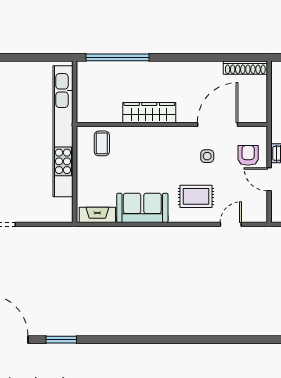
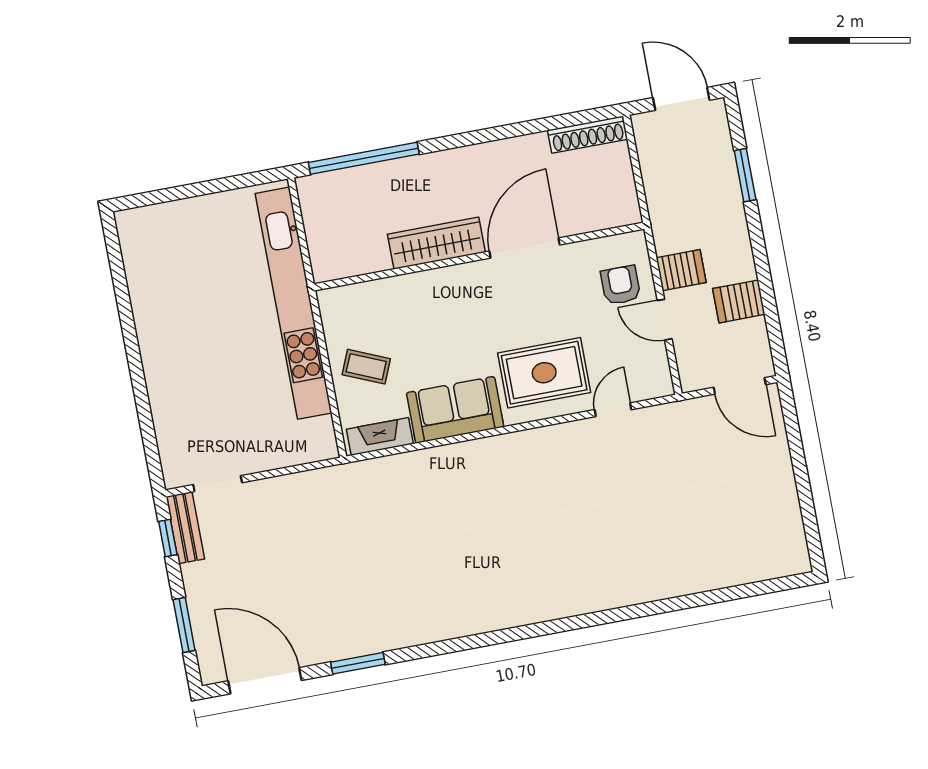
door: (218, 125) -> (525, 248), moved
coffee table: (102, 143) -> (366, 367), moved, turned -67
side table: (207, 156) -> (550, 300), removed
rug: (196, 196) -> (544, 373), width x1.36, depth x1.43

